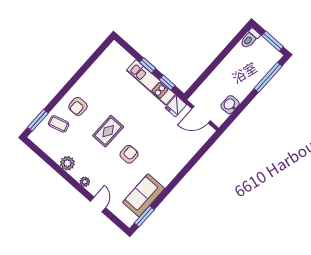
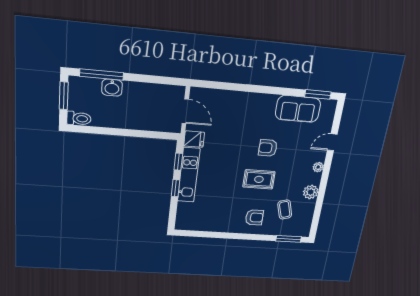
washbasin: (230, 105) -> (112, 88), moved
coffee table: (59, 124) -> (285, 209), moved

